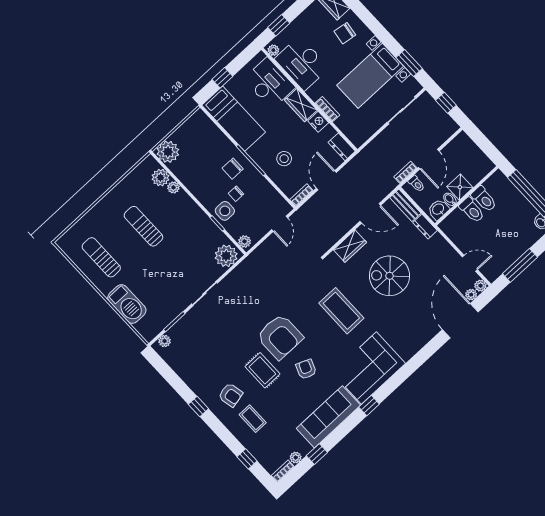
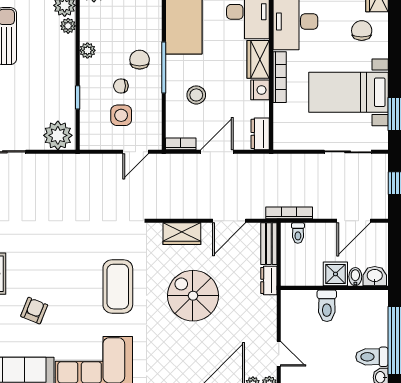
chair: (345, 33) -> (362, 31), turned 82
bookcase: (327, 109) -> (280, 77), width x1.56
door: (429, 159) -> (354, 221), moved
chair: (233, 169) -> (140, 60), turned 90
bookcase: (405, 172) -> (289, 213), width x1.56
bidet: (450, 199) -> (355, 277), moved
toilet: (484, 199) -> (372, 357), moved, turned 90
washbasin: (438, 209) -> (375, 276), moved
side table: (225, 211) -> (121, 115), moved
door: (370, 213) -> (229, 221), hinge flipped
plant: (245, 241) -> (87, 50), moved
armchair: (280, 337) -> (38, 257), removed

